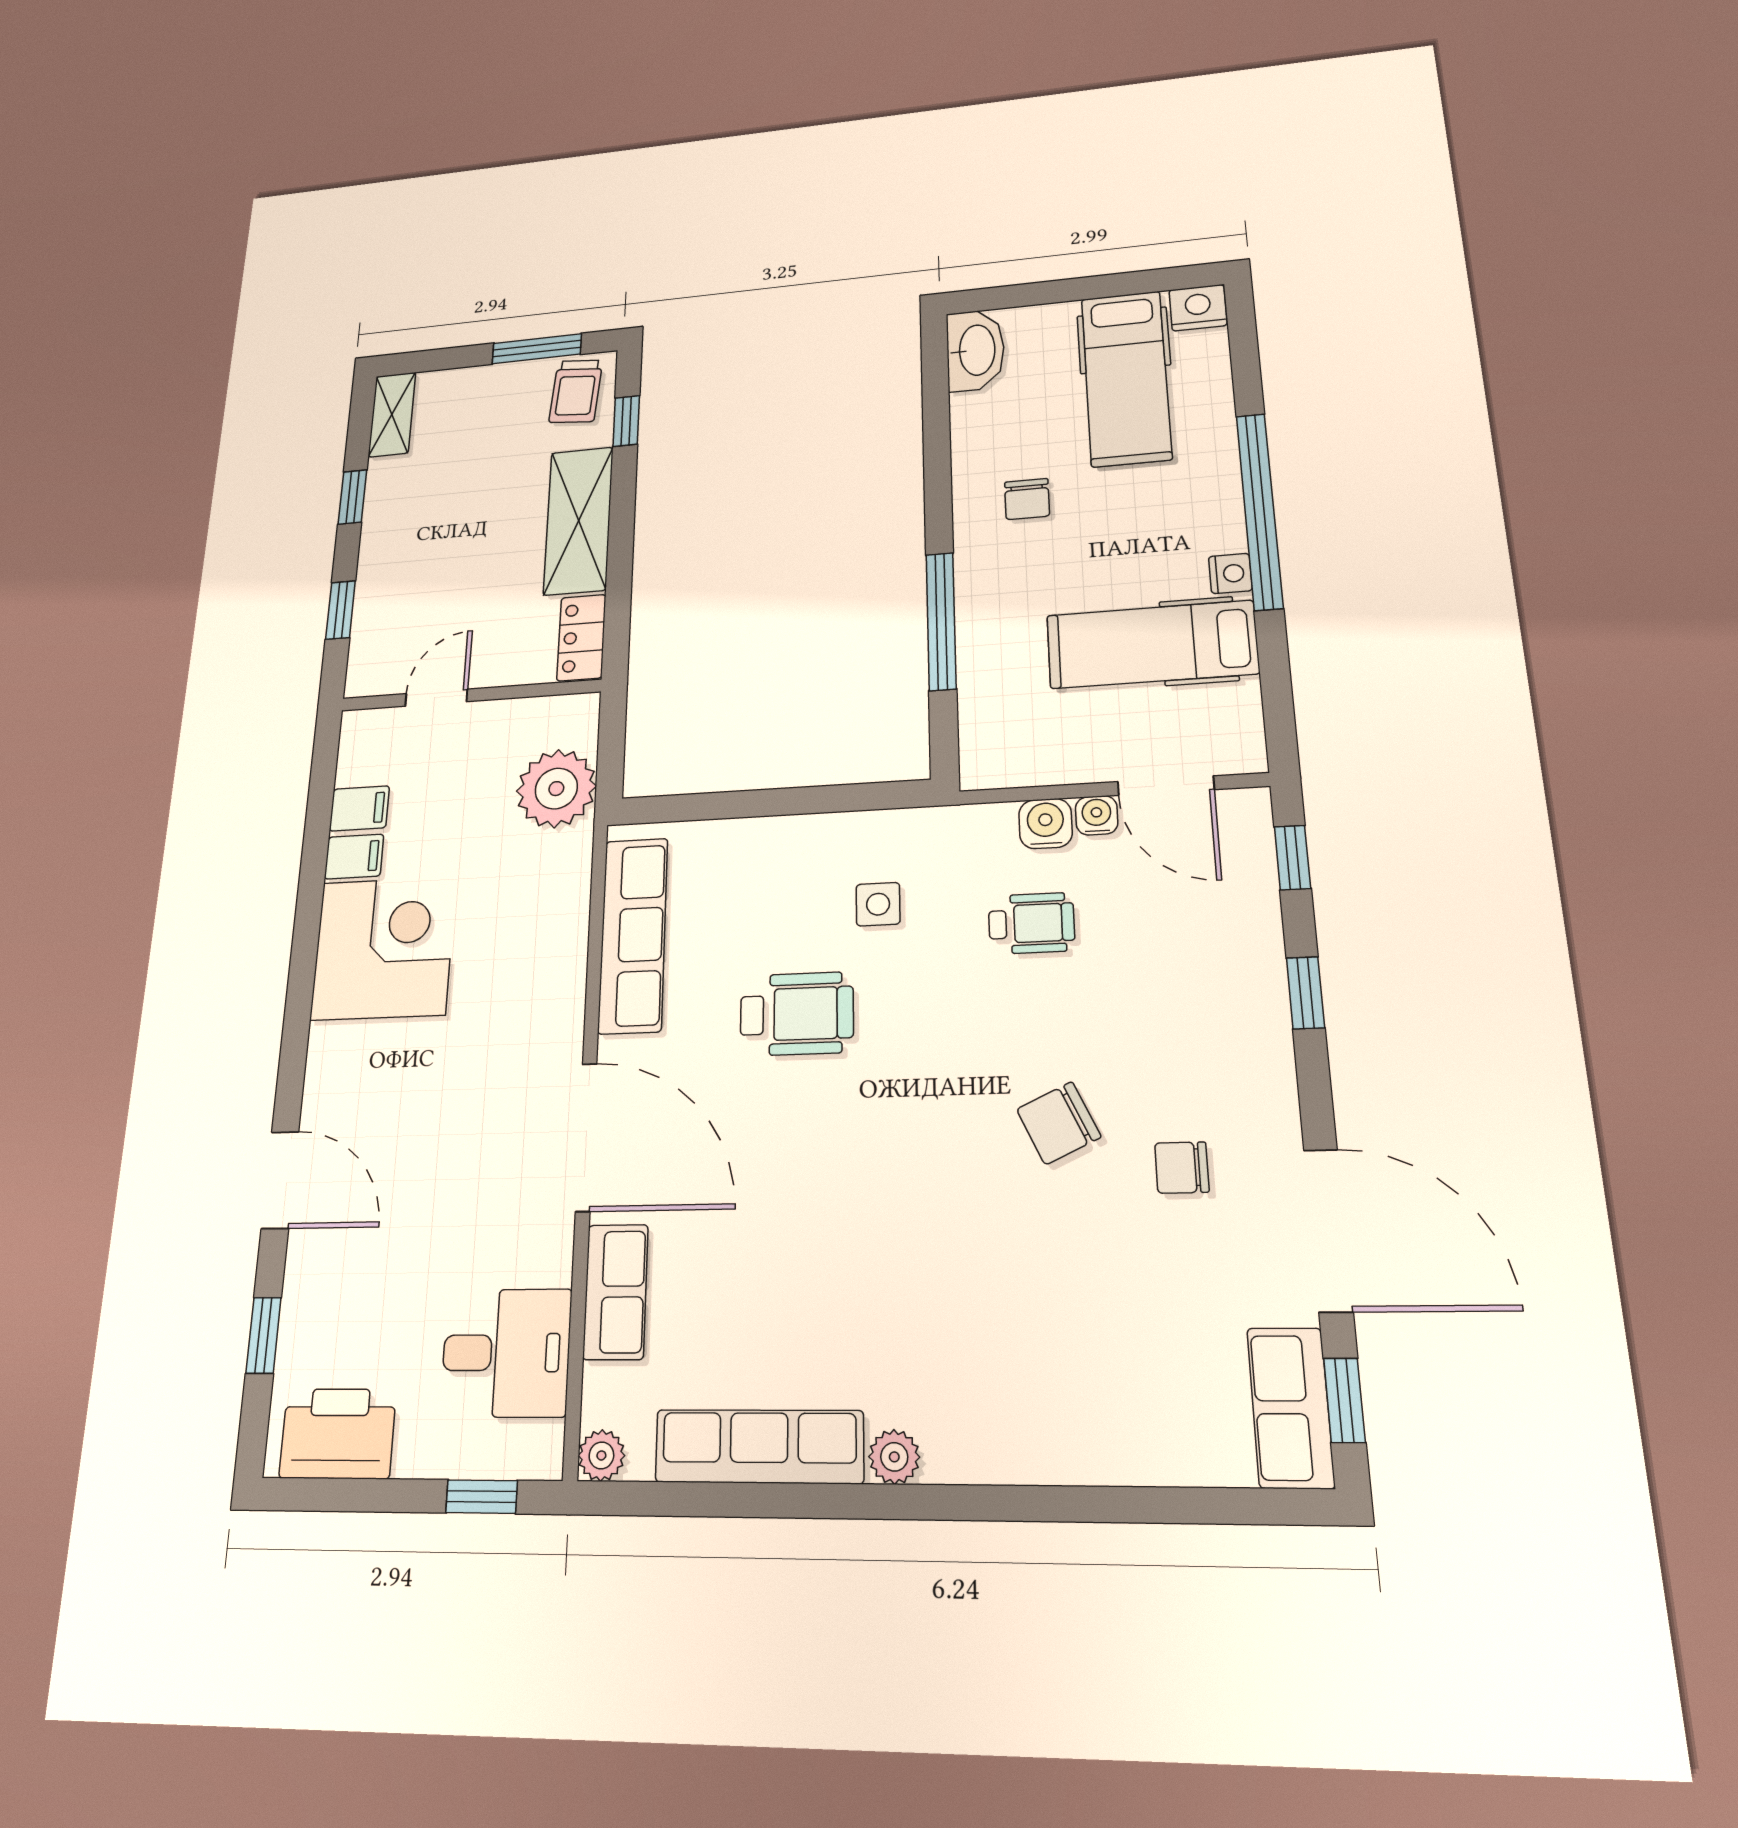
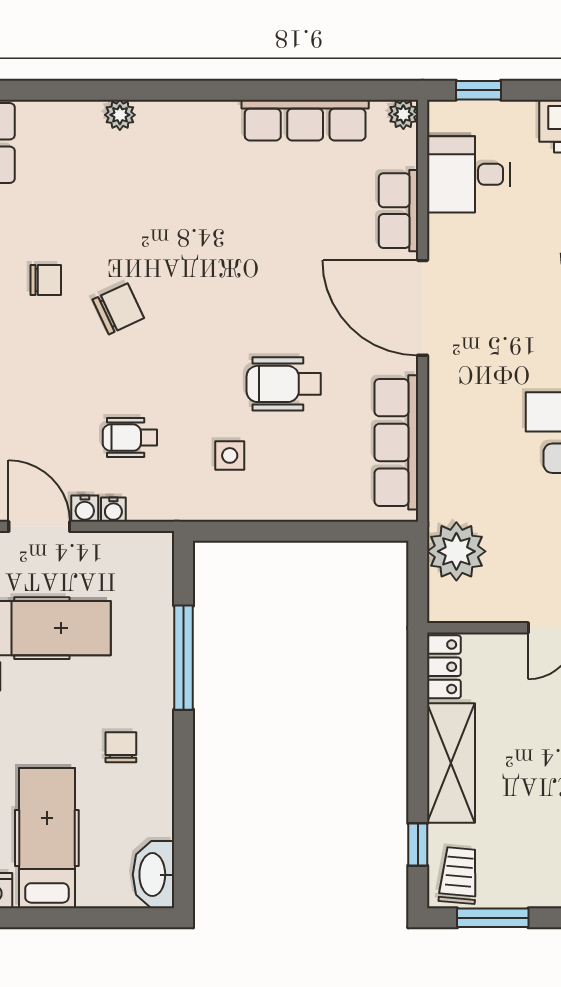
water cooler: (1045, 824) -> (113, 510), width x0.72, depth x0.72
plant: (894, 1457) -> (120, 115), moved

